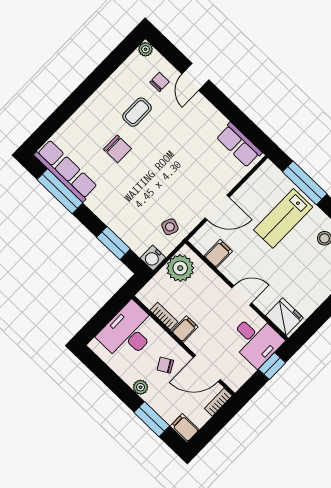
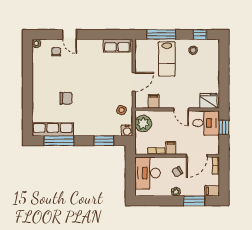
coffee table: (137, 112) -> (59, 74), removed
door: (242, 295) -> (181, 110), swing flipped

